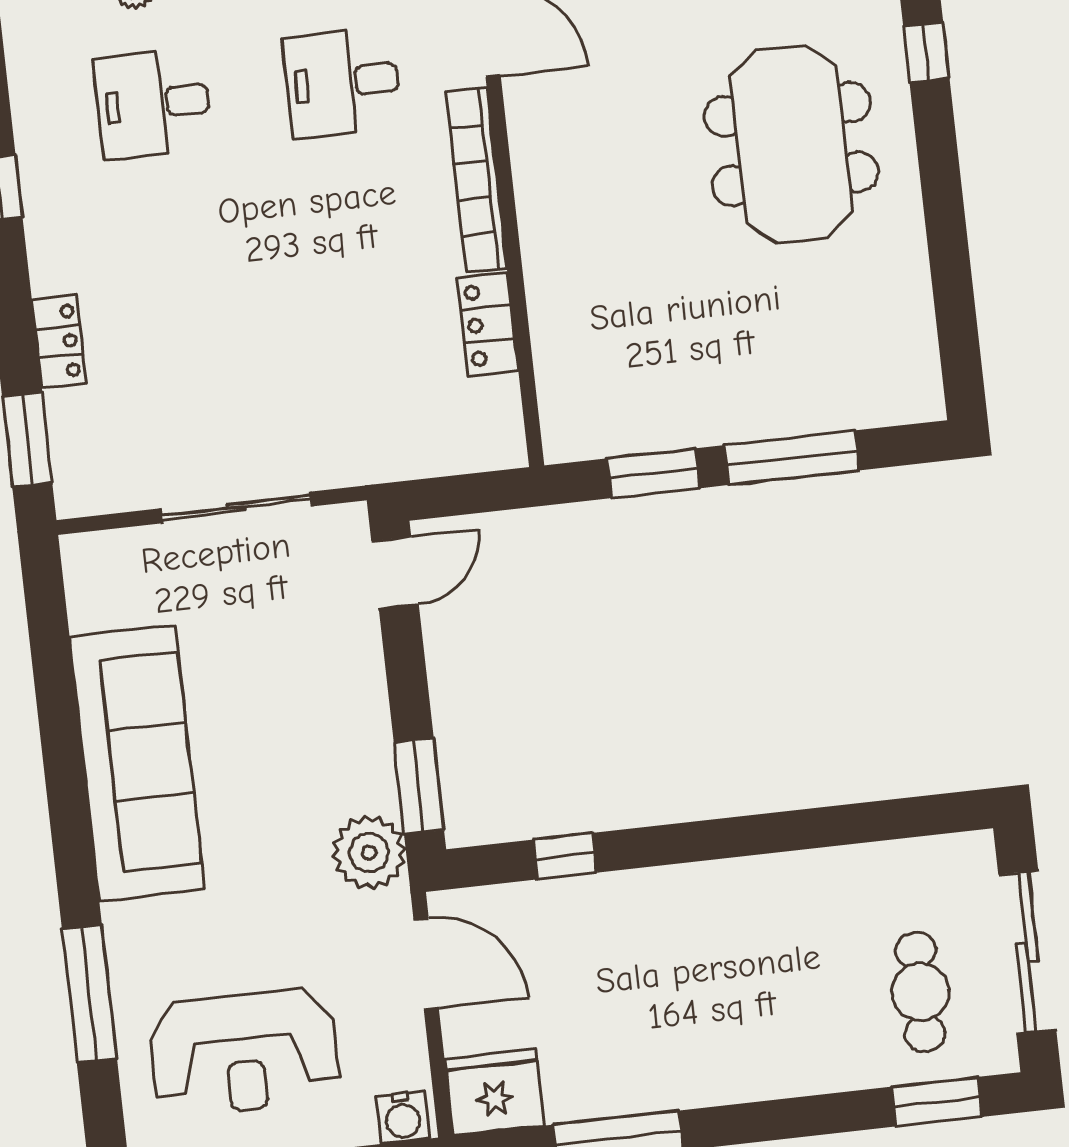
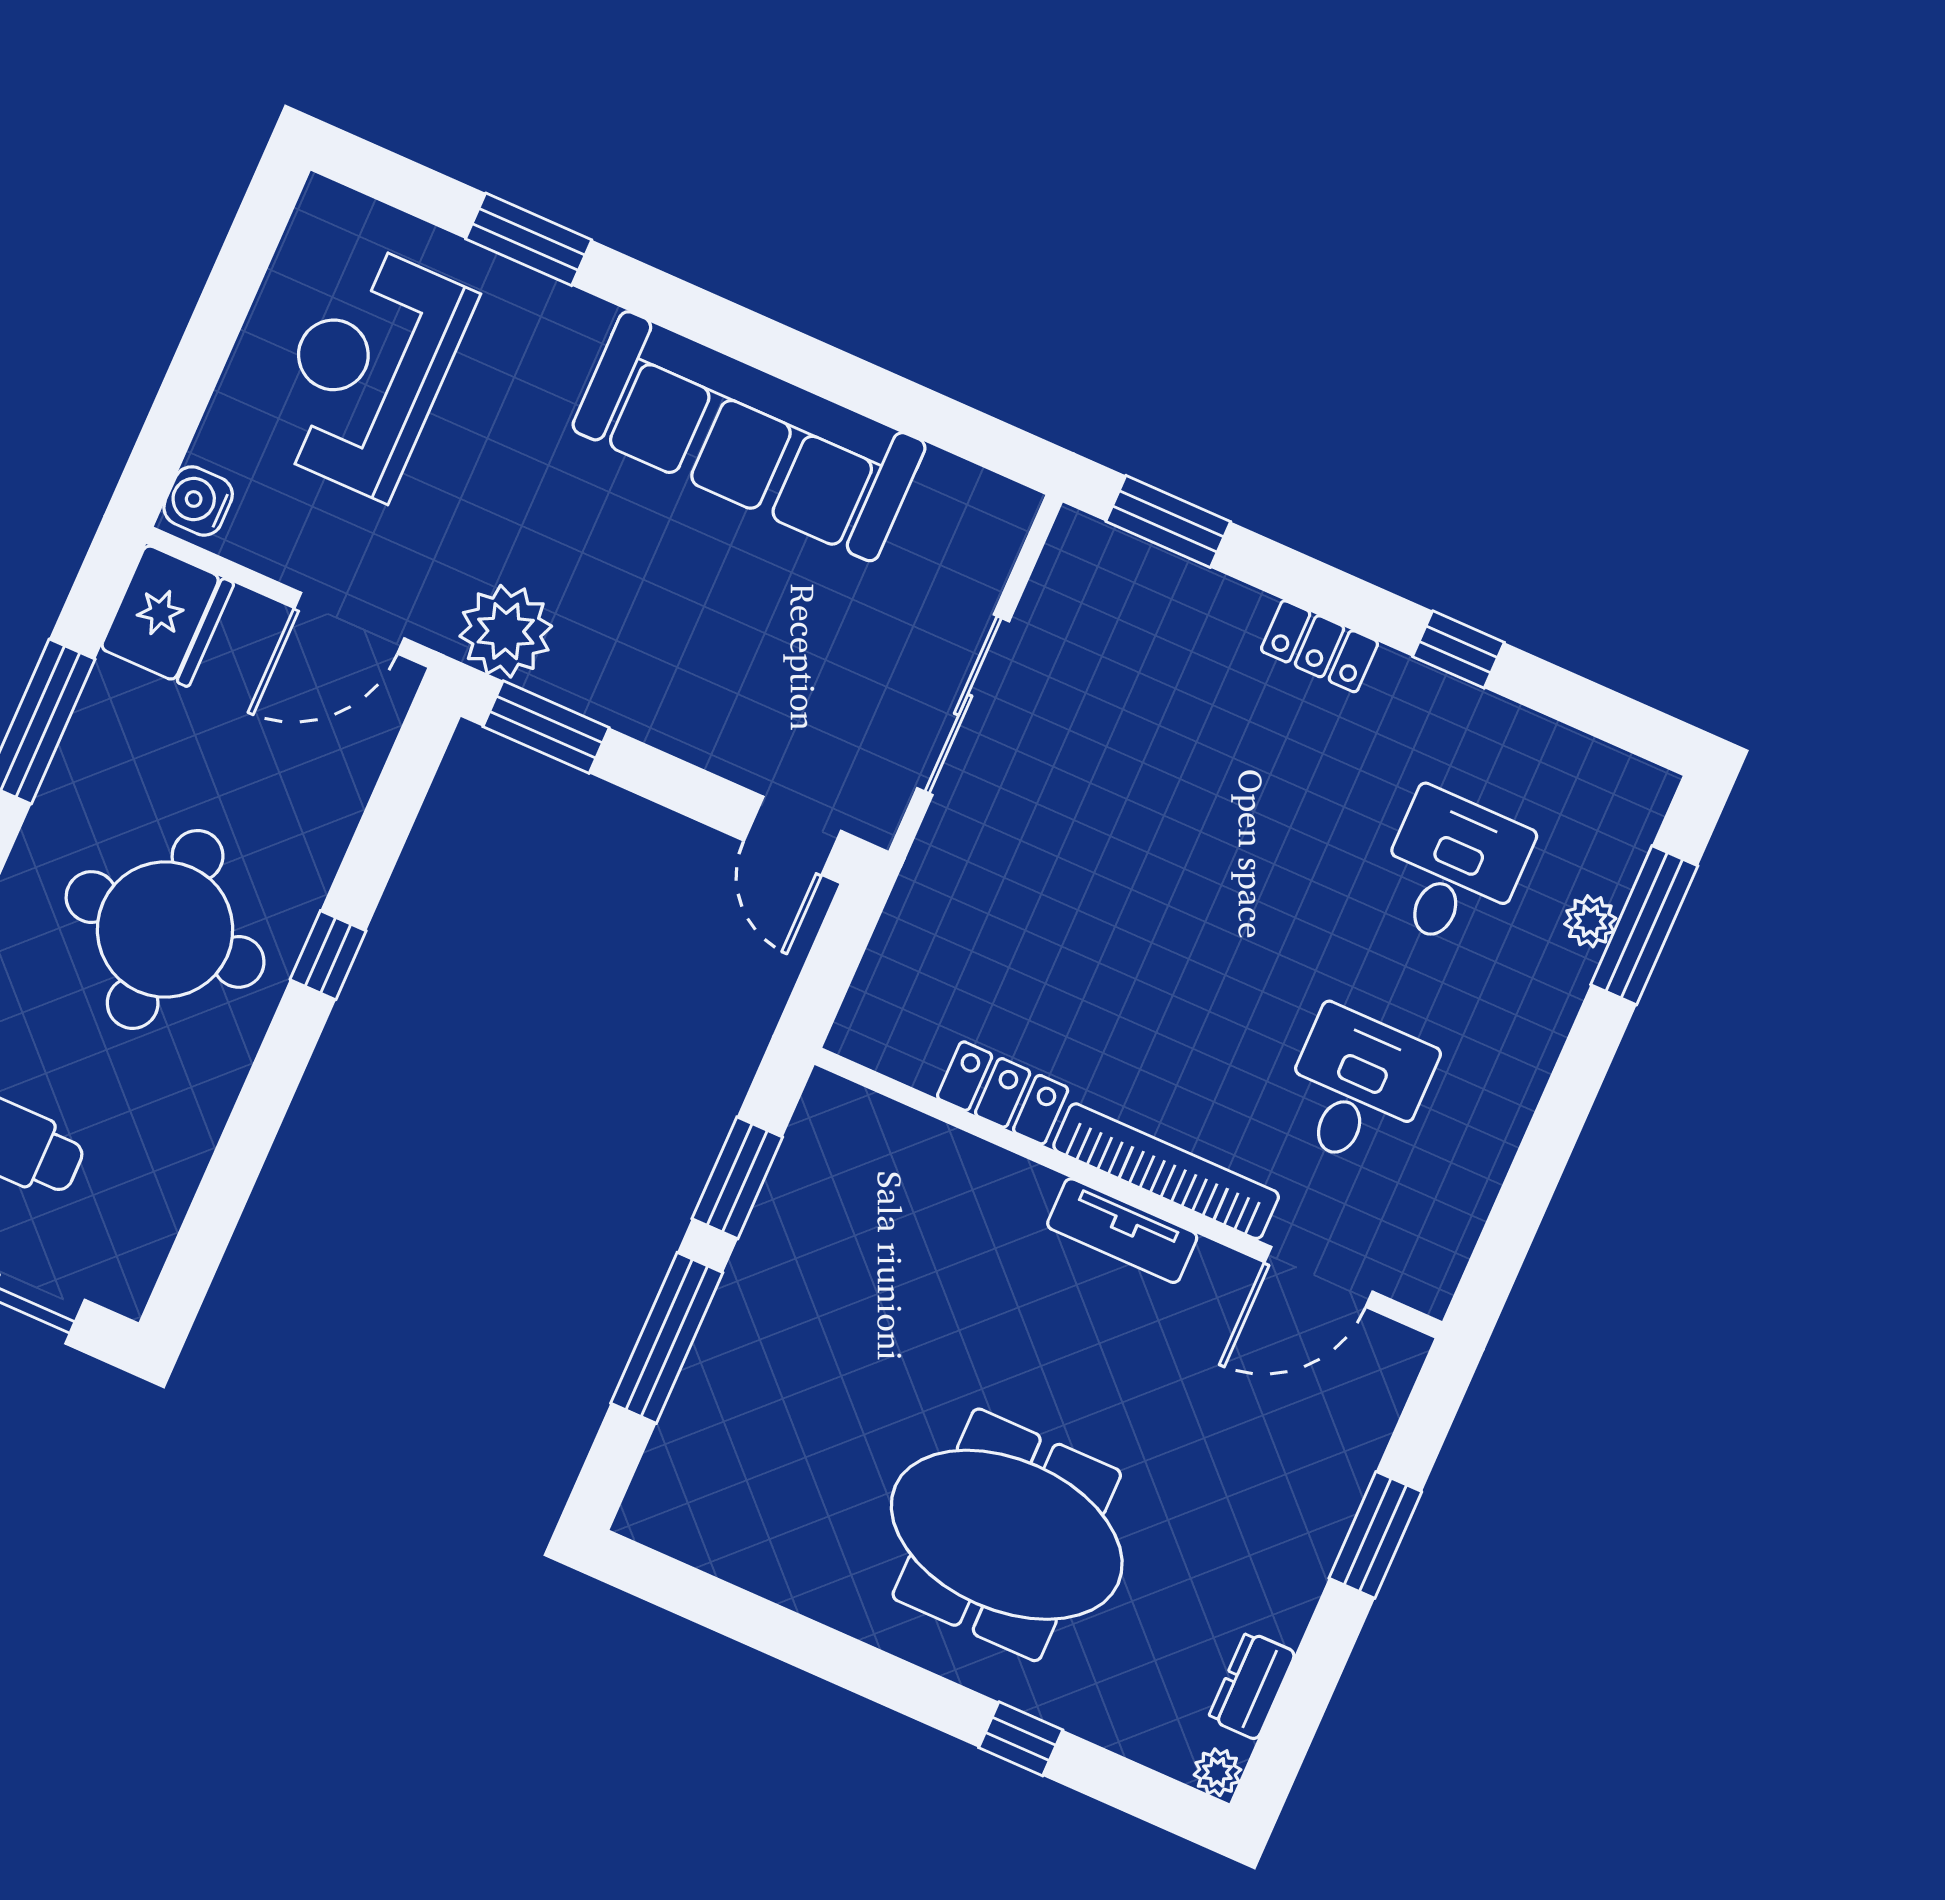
tv unit: (535, 187) -> (1122, 1231), added
locker: (59, 342) -> (1320, 646), moved
window: (565, 856) -> (328, 955), moved
round table: (712, 968) -> (165, 929), added
window: (89, 994) -> (529, 239), width x0.69

